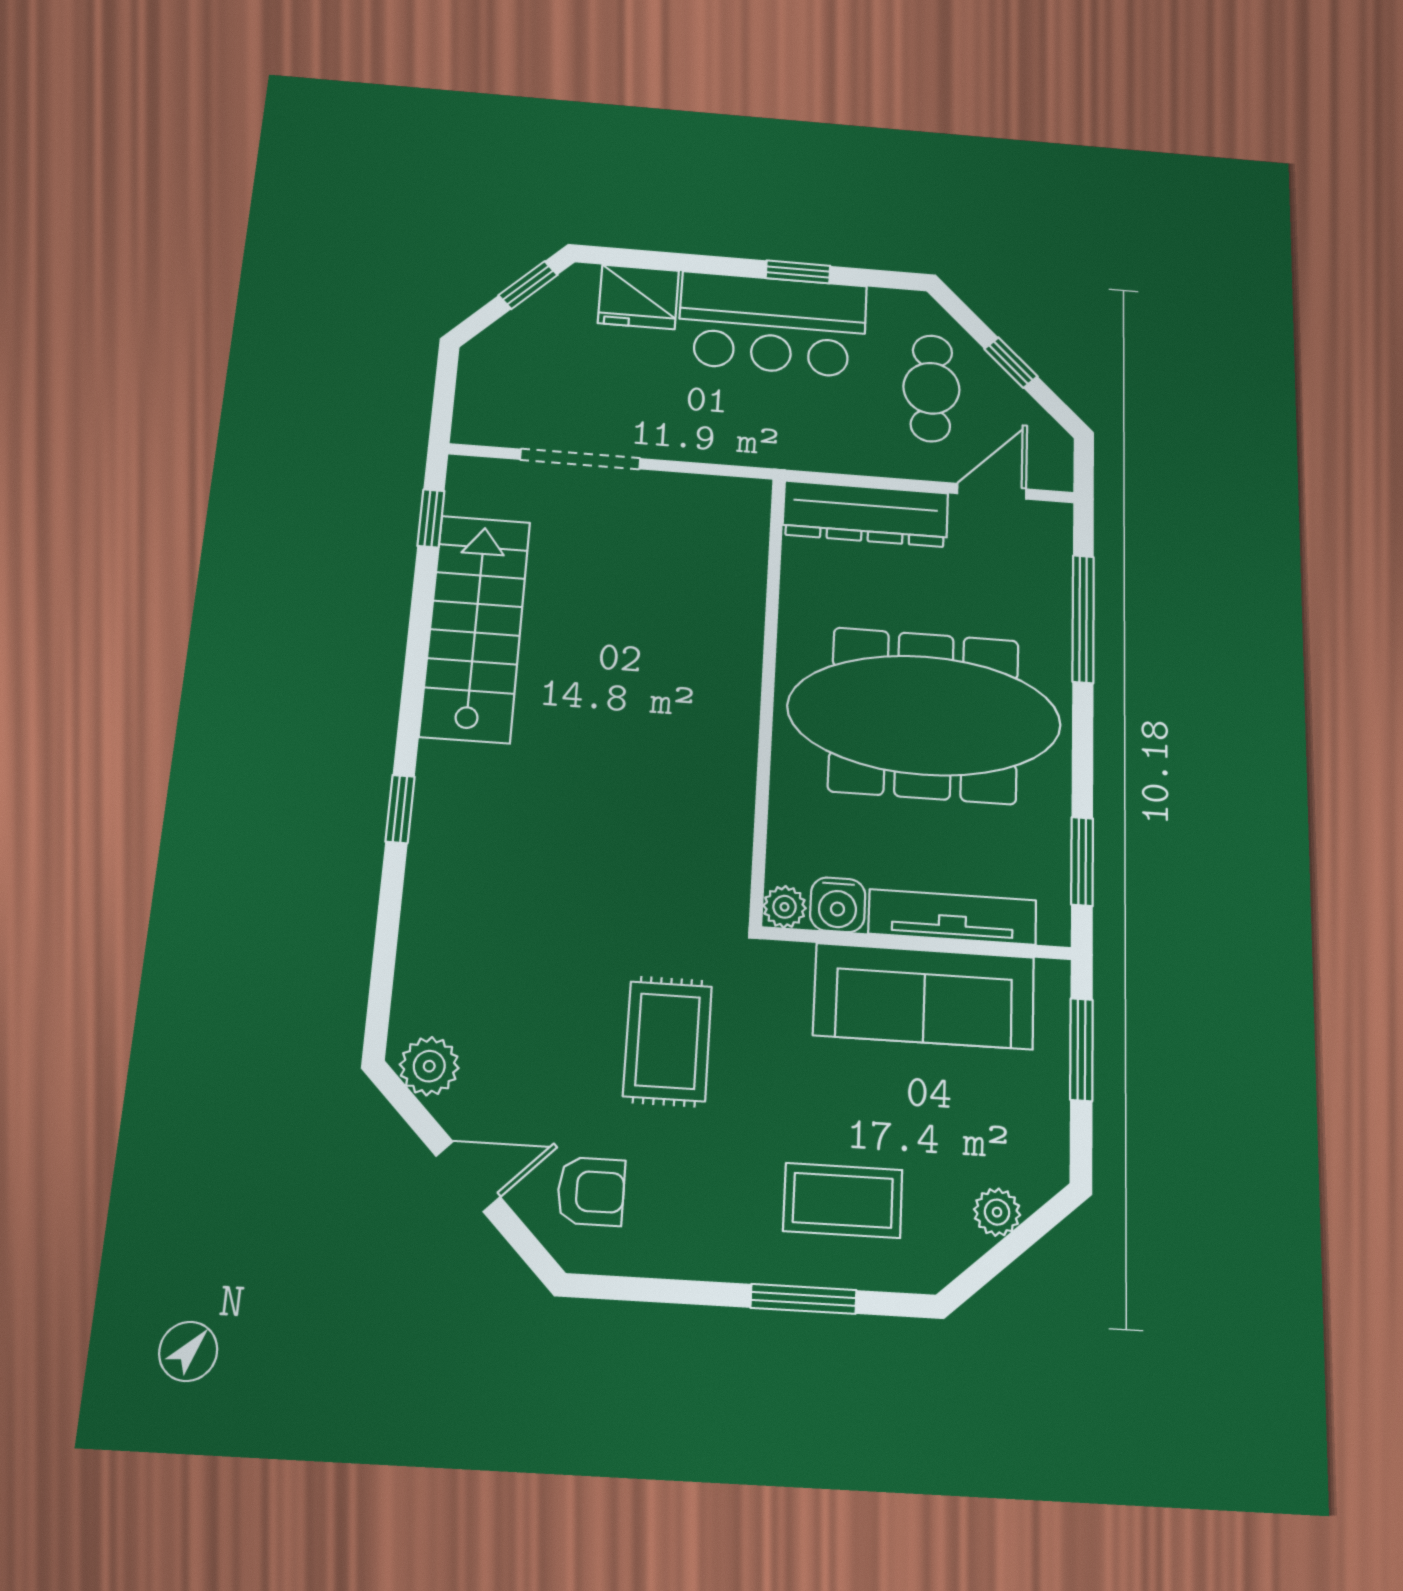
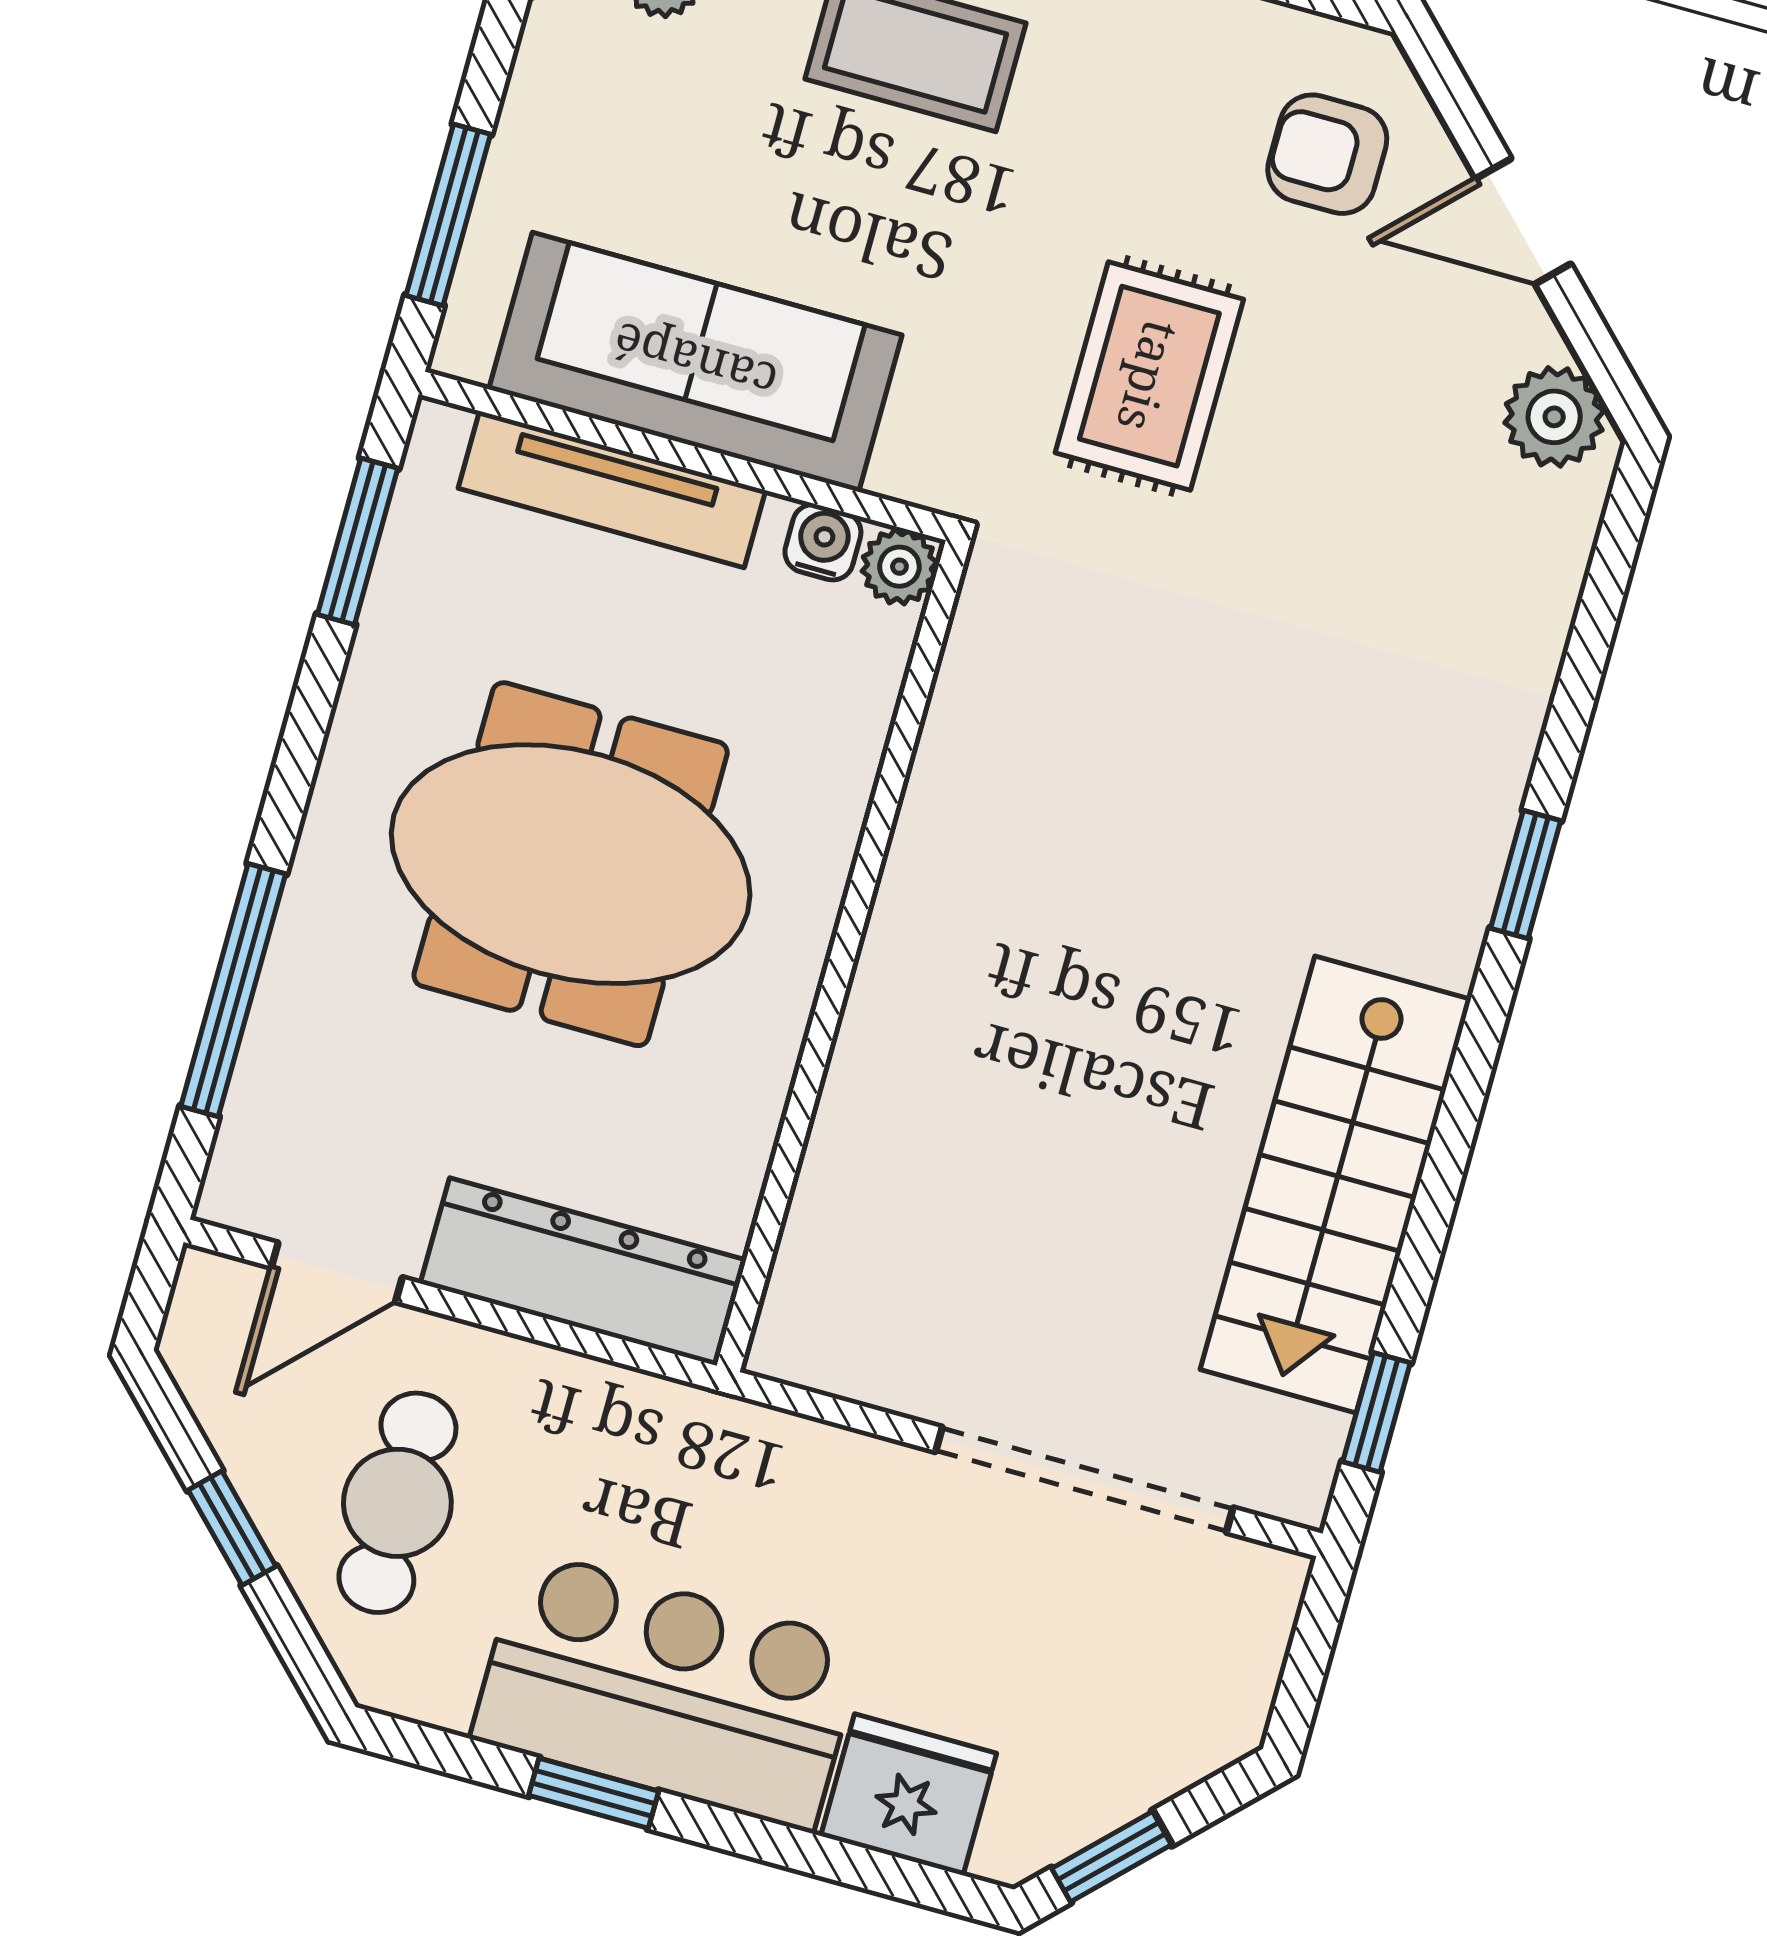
doorway: (580, 459) -> (1084, 1480), width x1.36
meeting table: (924, 715) -> (571, 864), width x0.73
water cooler: (838, 905) -> (823, 542), width x0.72, depth x0.72

